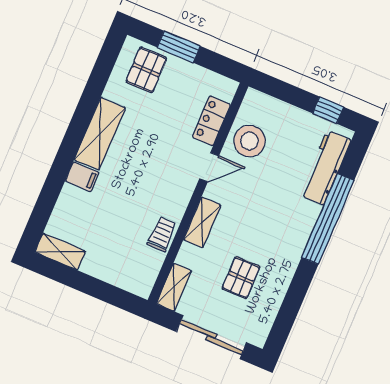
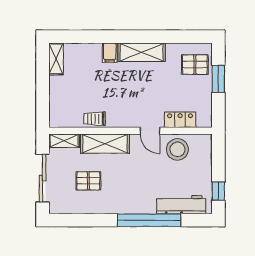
shelving: (202, 222) -> (105, 144), width x1.50, depth x1.33
trolley: (162, 234) -> (95, 119), turned 180

